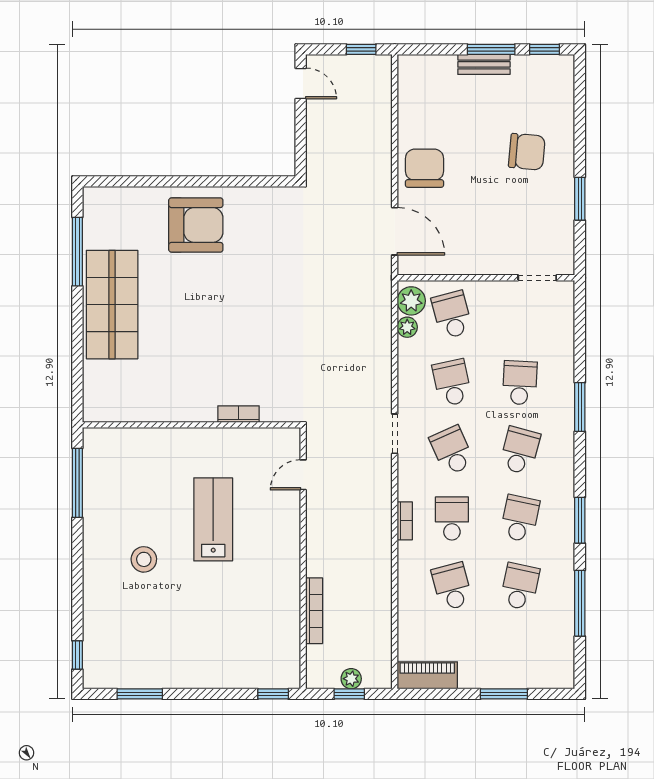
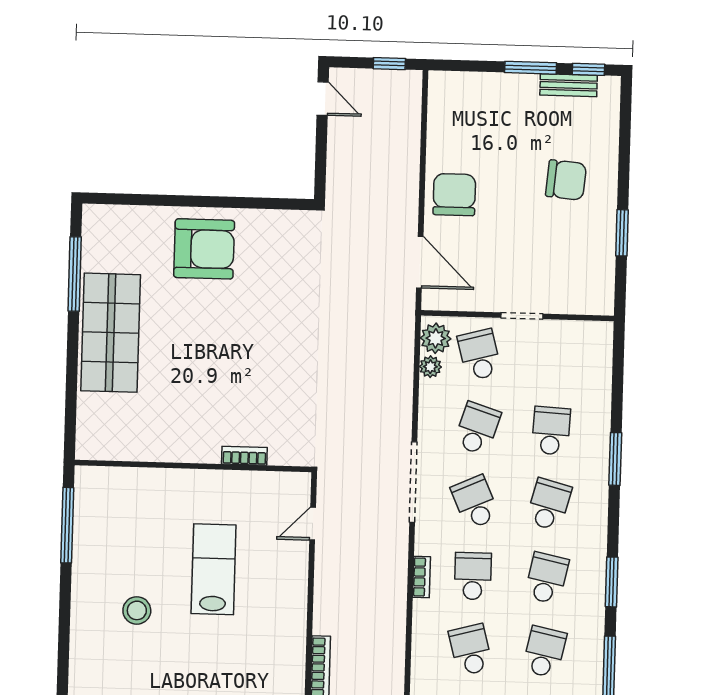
bench: (484, 64) -> (569, 85), moved
doorway: (537, 278) -> (522, 316), moved
school desk: (452, 383) -> (477, 428), turned 30
doorway: (395, 434) -> (413, 482), width x1.88

